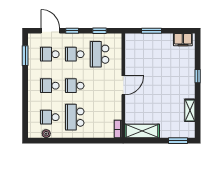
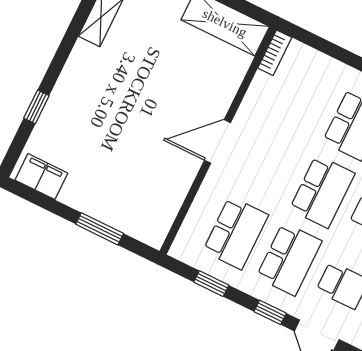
school desk: (75, 54) -> (289, 259), width x1.85
window: (198, 76) -> (36, 107), moved
school desk: (75, 86) -> (322, 191), width x1.85

